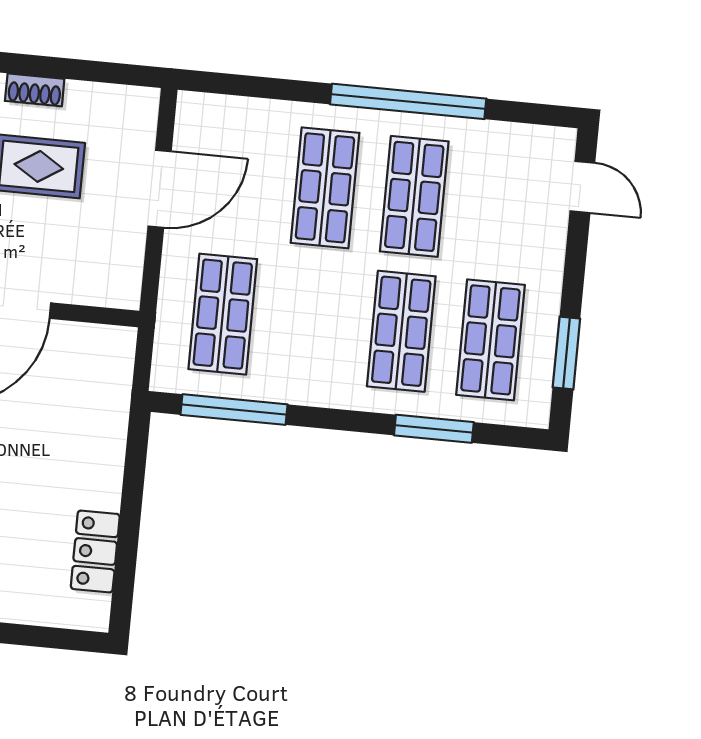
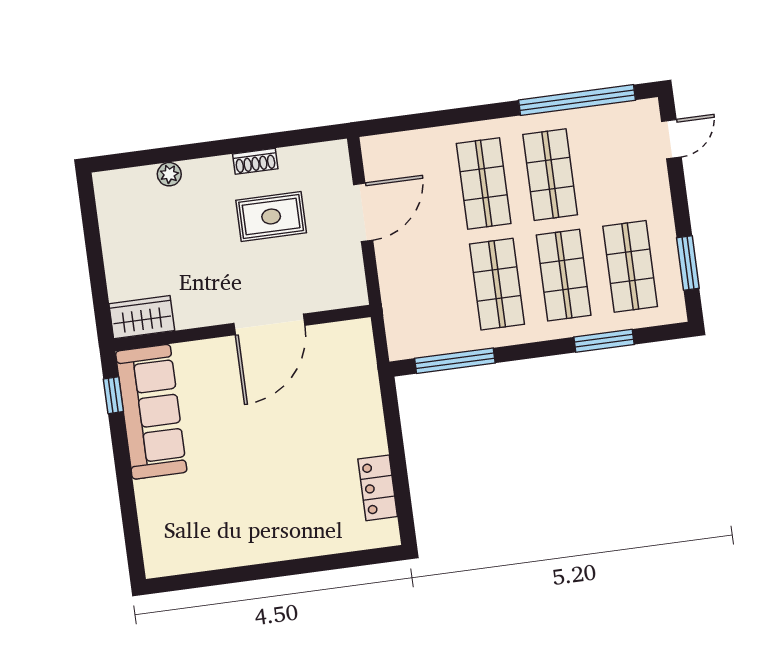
window: (408, 101) -> (577, 100), moved
door: (582, 187) -> (671, 139), hinge flipped
shop shelf: (223, 314) -> (497, 284), moved

